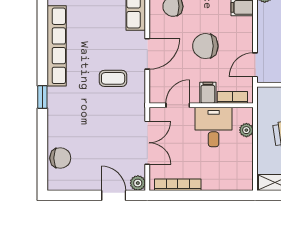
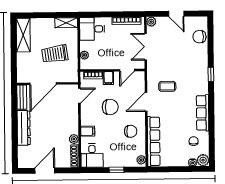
row of seats: (57, 46) -> (203, 113), width x0.73
desk: (214, 127) -> (92, 29), moved, turned 90
door: (114, 195) -> (176, 14), moved

